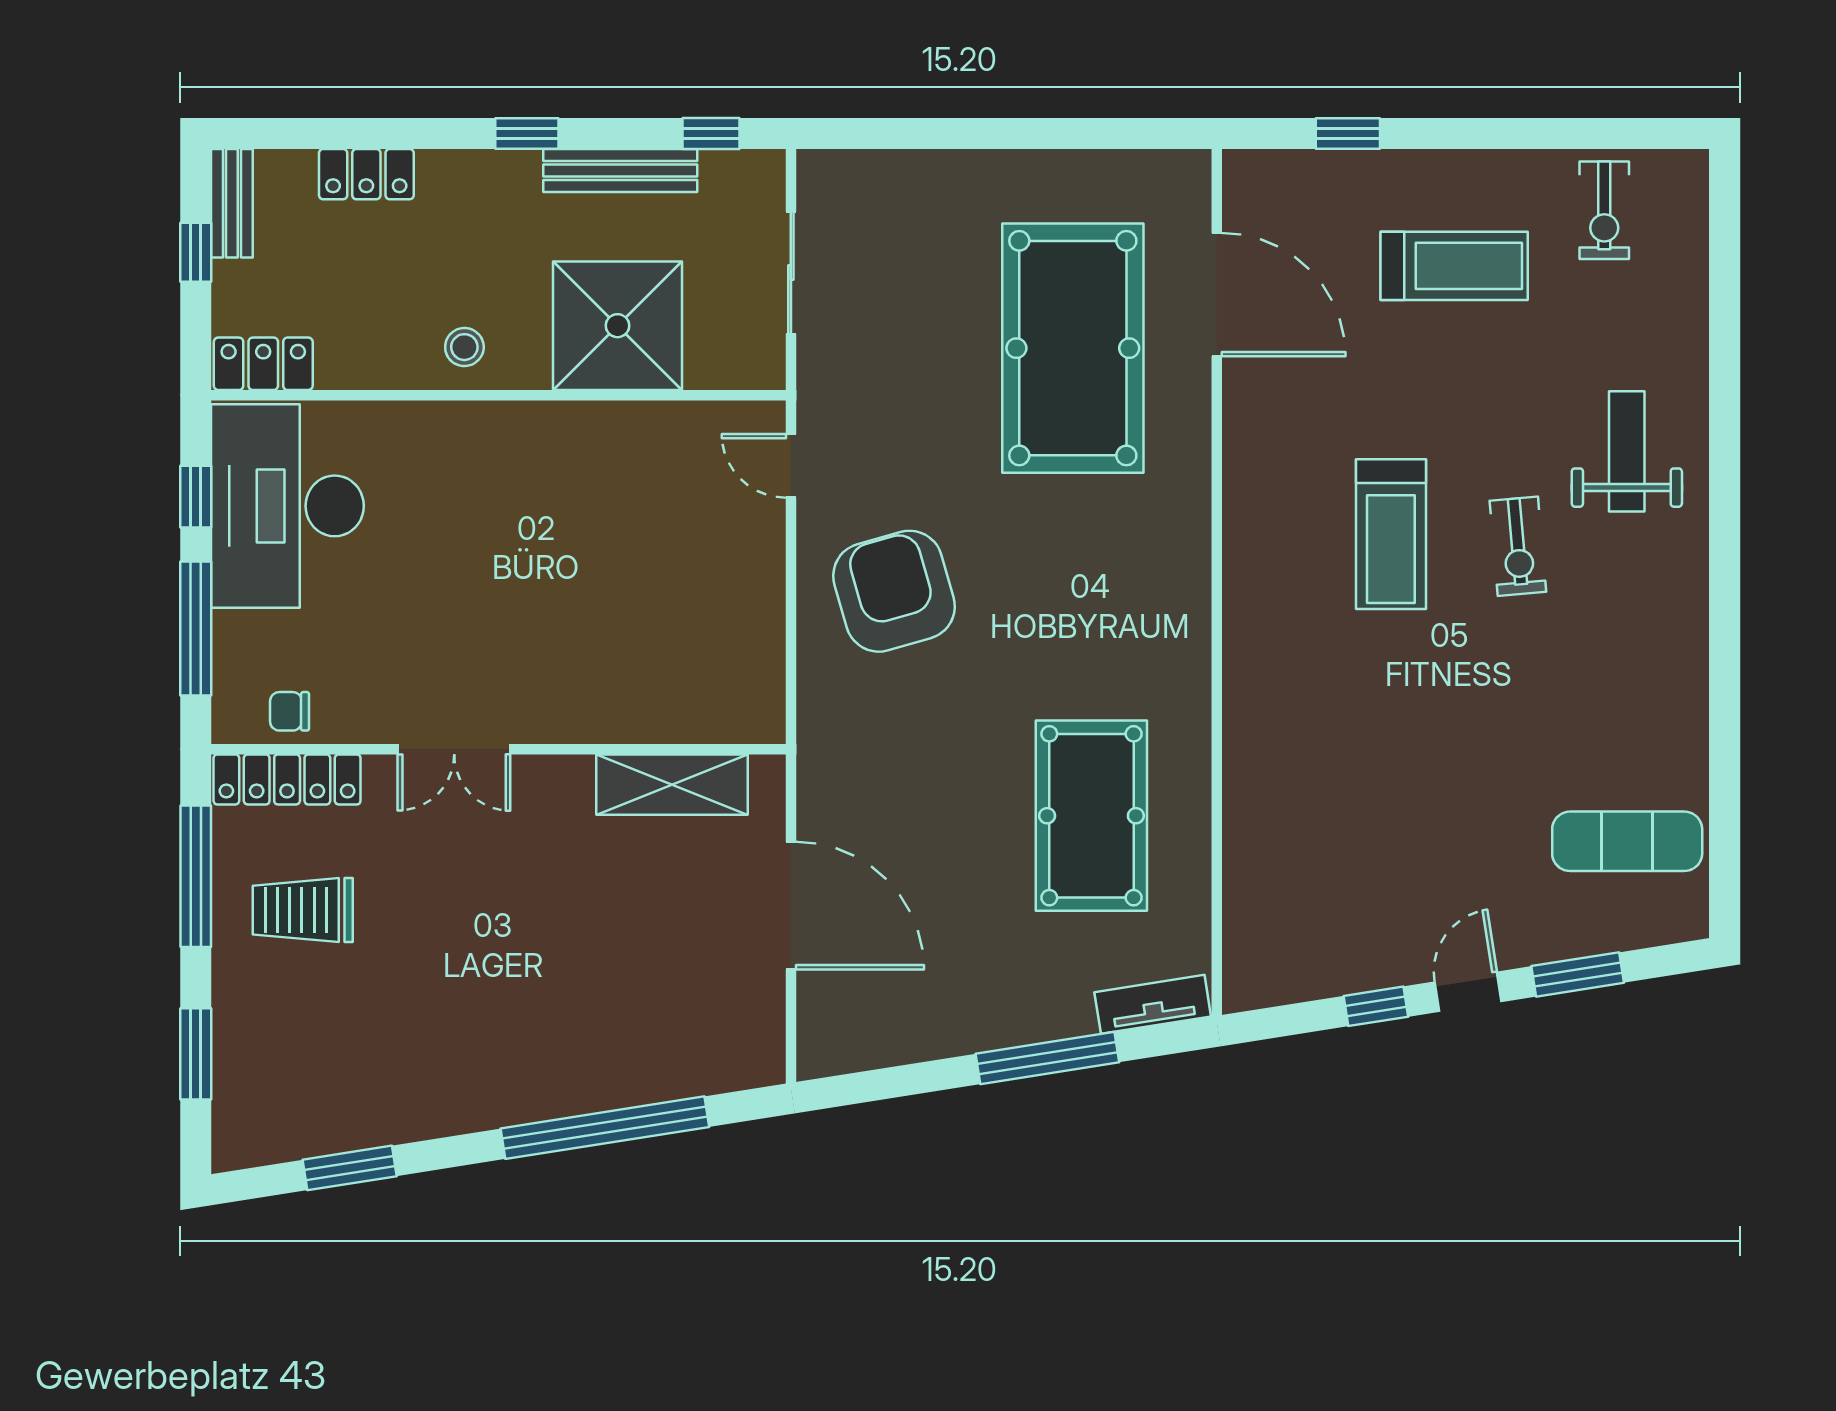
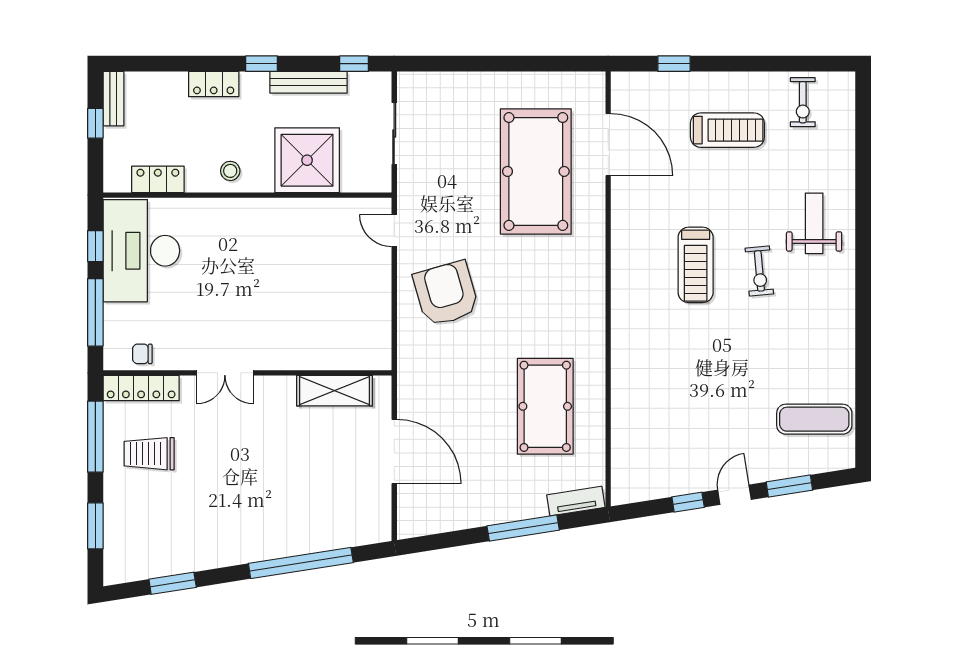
locker: (366, 174) -> (214, 84), moved
locker: (263, 364) -> (158, 179), moved

